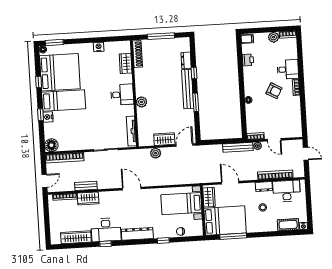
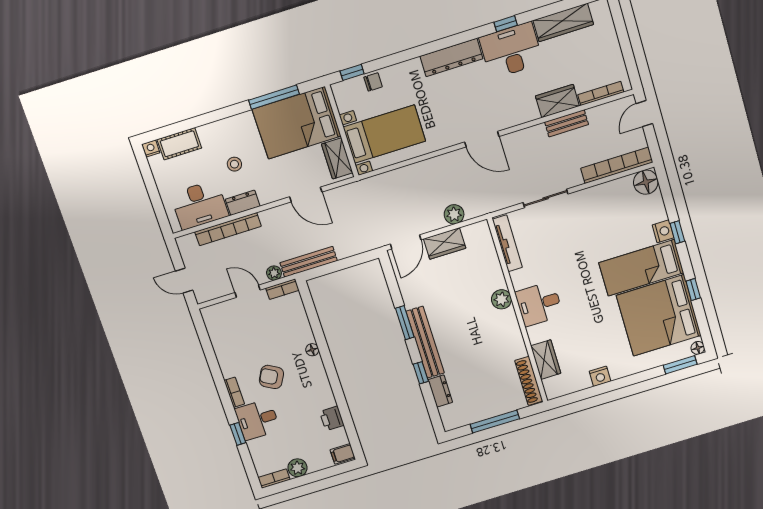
window: (300, 64) -> (238, 434), added
window: (163, 240) -> (352, 72), moved

